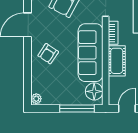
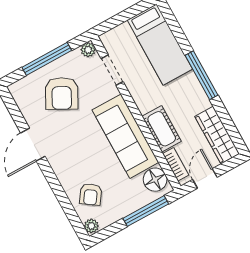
bookcase: (113, 33) -> (176, 164), moved
armchair: (48, 54) -> (91, 194), moved

